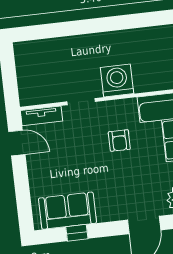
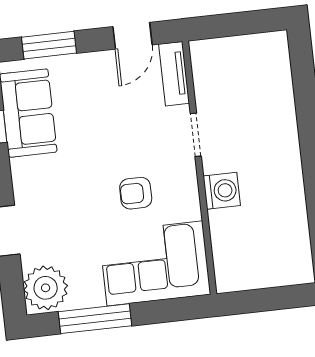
washing machine: (117, 81) -> (222, 191), width x0.73, depth x0.73
window: (23, 197) -> (49, 45), added

